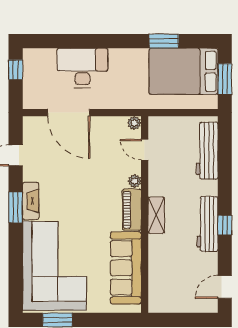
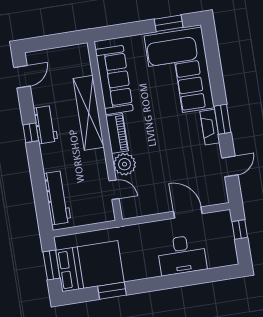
window: (16, 70) -> (240, 229), moved
door: (69, 113) -> (188, 213), width x0.73
plant: (134, 123) -> (127, 212), removed
plant: (135, 181) -> (125, 164), width x1.87, depth x1.87
shelving: (156, 215) -> (89, 113), width x2.20, depth x1.33
workbench: (207, 224) -> (46, 125), width x0.73

